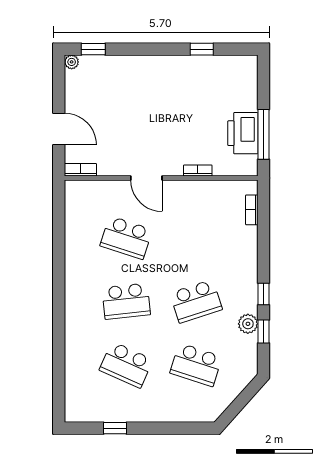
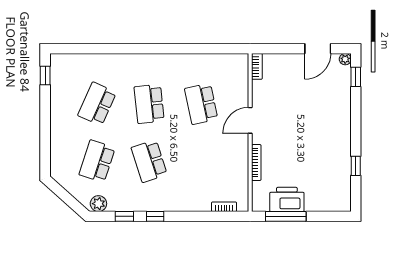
door: (59, 129) -> (318, 49), moved
bookcase: (198, 170) -> (256, 163), width x1.56
school desk: (126, 238) -> (201, 104), turned -30
plant: (248, 324) -> (98, 204), moved
window: (115, 428) -> (45, 76), moved

